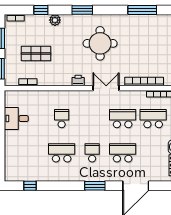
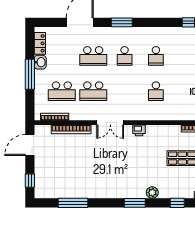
plant: (55, 20) -> (152, 193), moved
round table: (100, 43) -> (116, 169), removed
school desk: (62, 153) -> (156, 56), width x0.54

